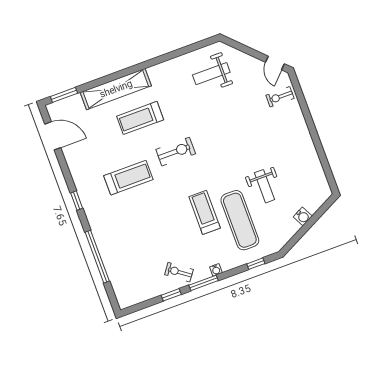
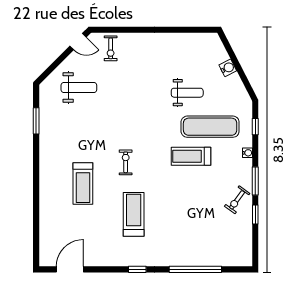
weight bench: (211, 74) -> (79, 88), moved, turned -90
shelving: (116, 89) -> (48, 196), removed
window: (64, 95) -> (36, 121), moved
exercise bike: (176, 152) -> (126, 162), width x0.73, depth x0.72
water cooler: (216, 270) -> (247, 153), moved

